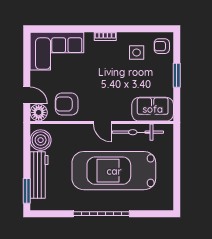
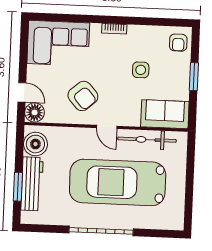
armchair: (162, 46) -> (178, 43), turned -90
side table: (137, 52) -> (141, 70), moved
armchair: (67, 104) -> (83, 96), moved, turned -131
window: (27, 191) -> (18, 187), moved

